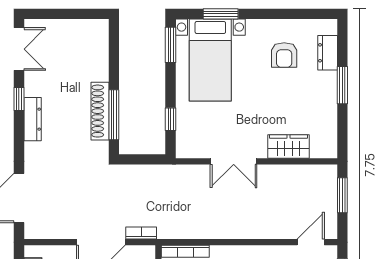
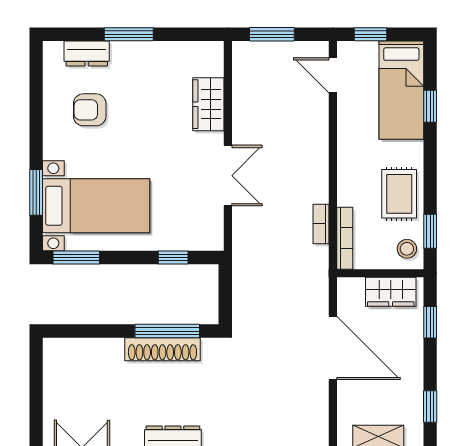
armchair: (284, 55) -> (90, 110), turned 180
bookcase: (141, 233) -> (321, 224), moved

